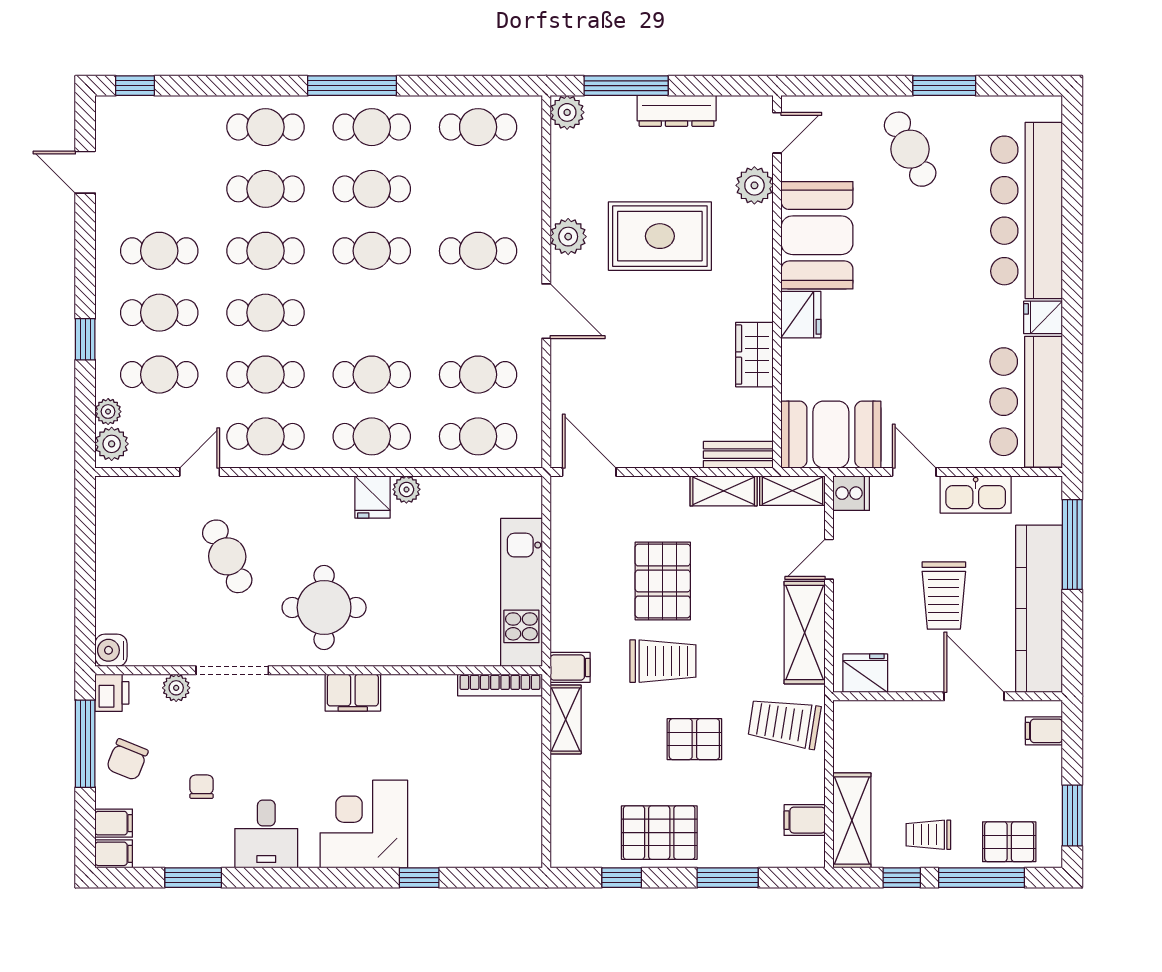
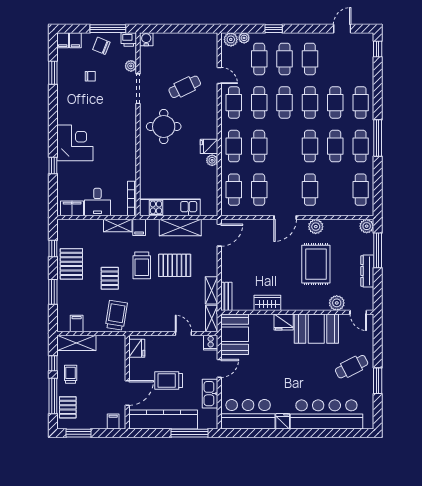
shelving: (805, 633) -> (180, 228), moved
filing cabinet: (353, 693) -> (72, 208), moved, turned 90
desk: (266, 834) -> (97, 202), moved, turned -90

